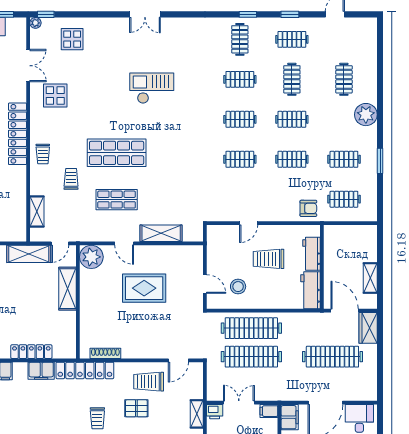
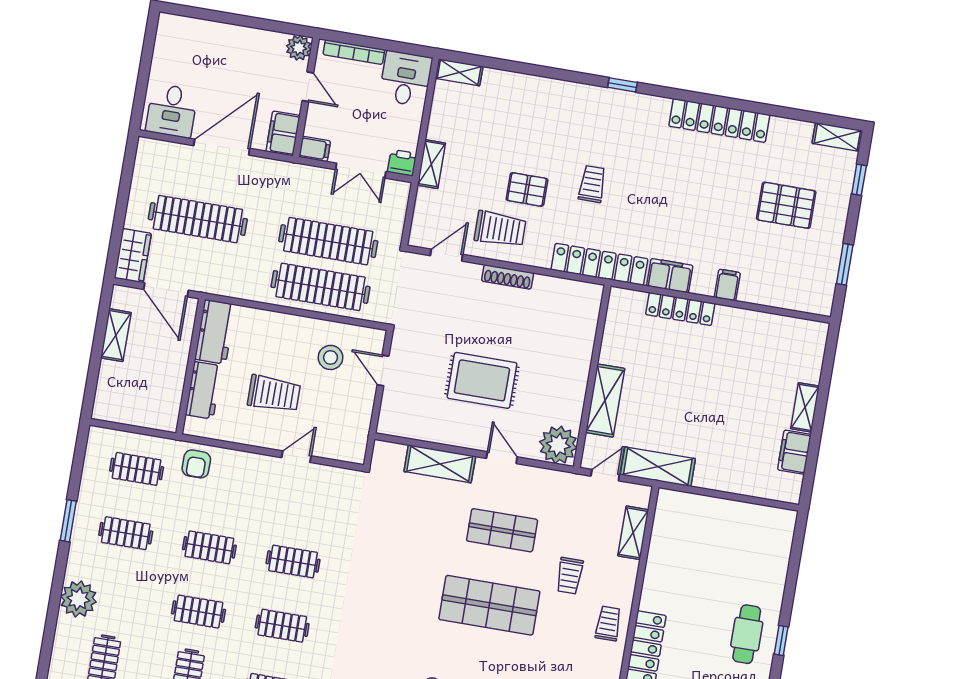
armchair: (308, 208) -> (196, 464), turned -90
shoe rack: (105, 353) -> (508, 277), moved

